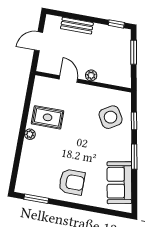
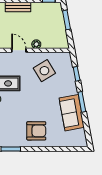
side table: (111, 117) -> (44, 71), moved
sofa: (119, 183) -> (72, 113), moved

